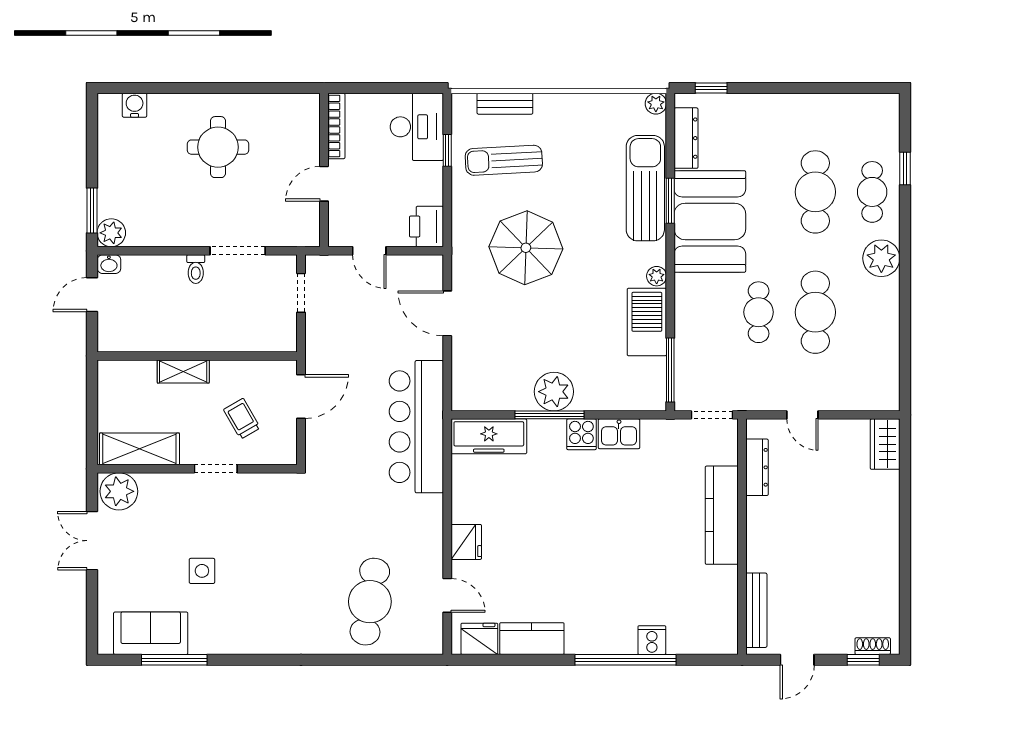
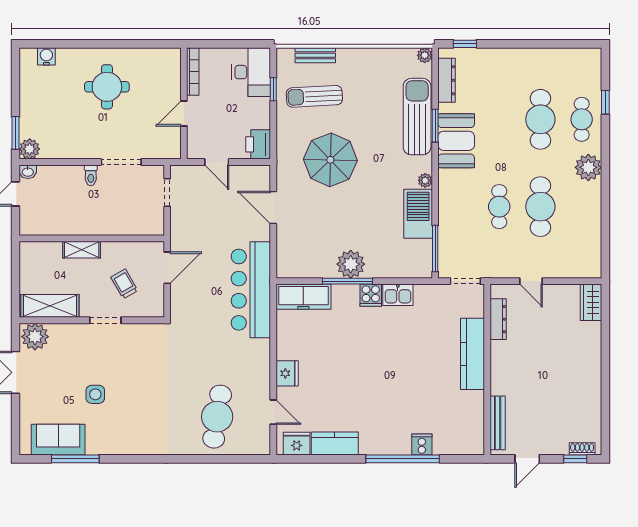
booth: (710, 221) -> (456, 141), width x0.73, depth x0.70

